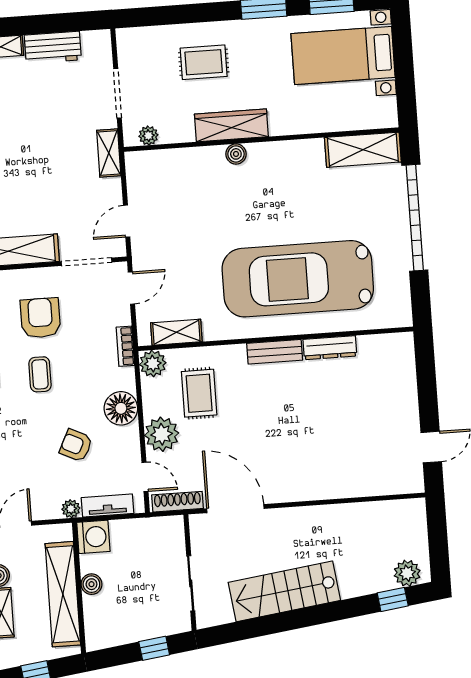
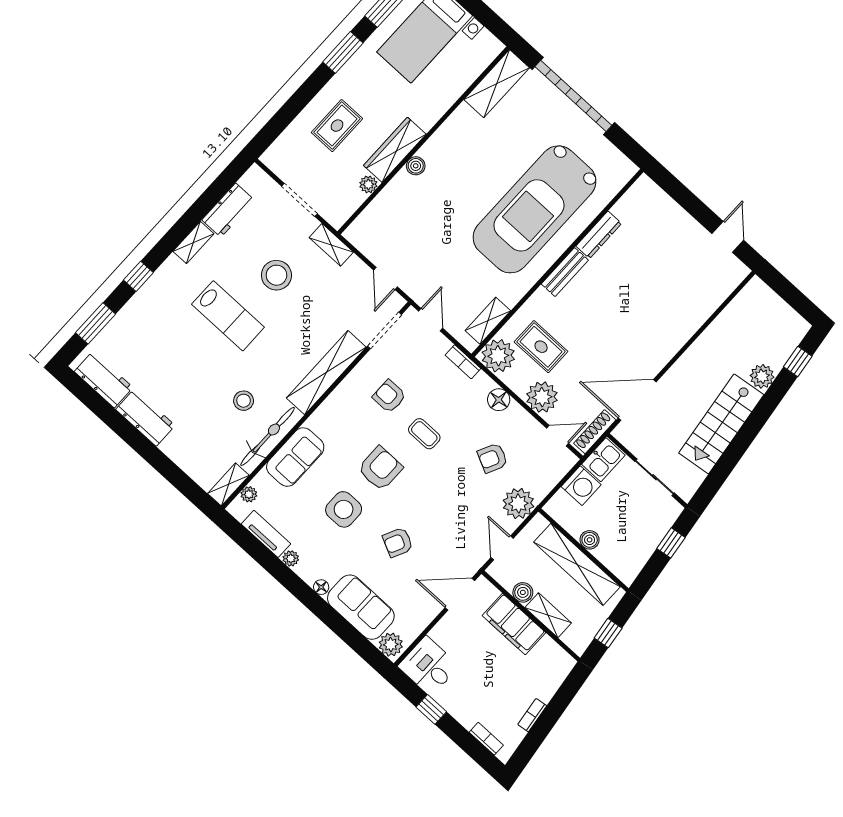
stool: (42, 136) -> (276, 275), added
plant: (148, 136) -> (368, 184), moved
armchair: (40, 318) -> (389, 396), width x0.72, depth x0.72
plant: (153, 364) -> (498, 356), width x1.36, depth x1.36
floor lamp: (121, 408) -> (499, 400), width x0.73, depth x0.73
tv unit: (107, 506) -> (551, 478), removed
plant: (71, 509) -> (518, 503), width x1.88, depth x1.88
kitchen sink: (163, 531) -> (603, 460), added
washing machine: (93, 537) -> (581, 486), moved, turned 90
plant: (407, 573) -> (762, 376), moved

